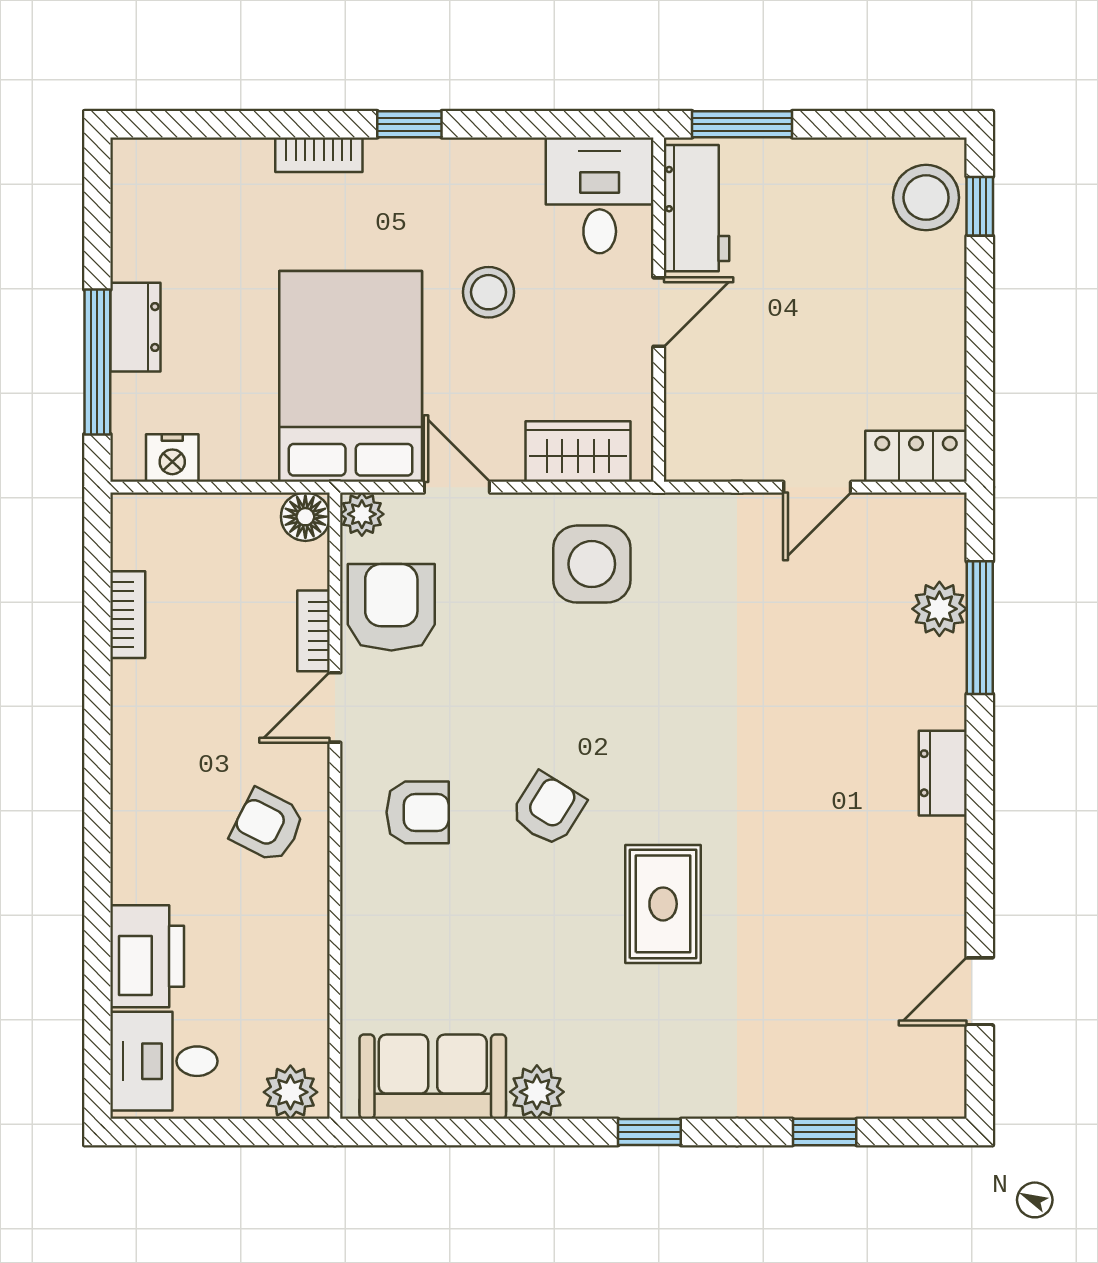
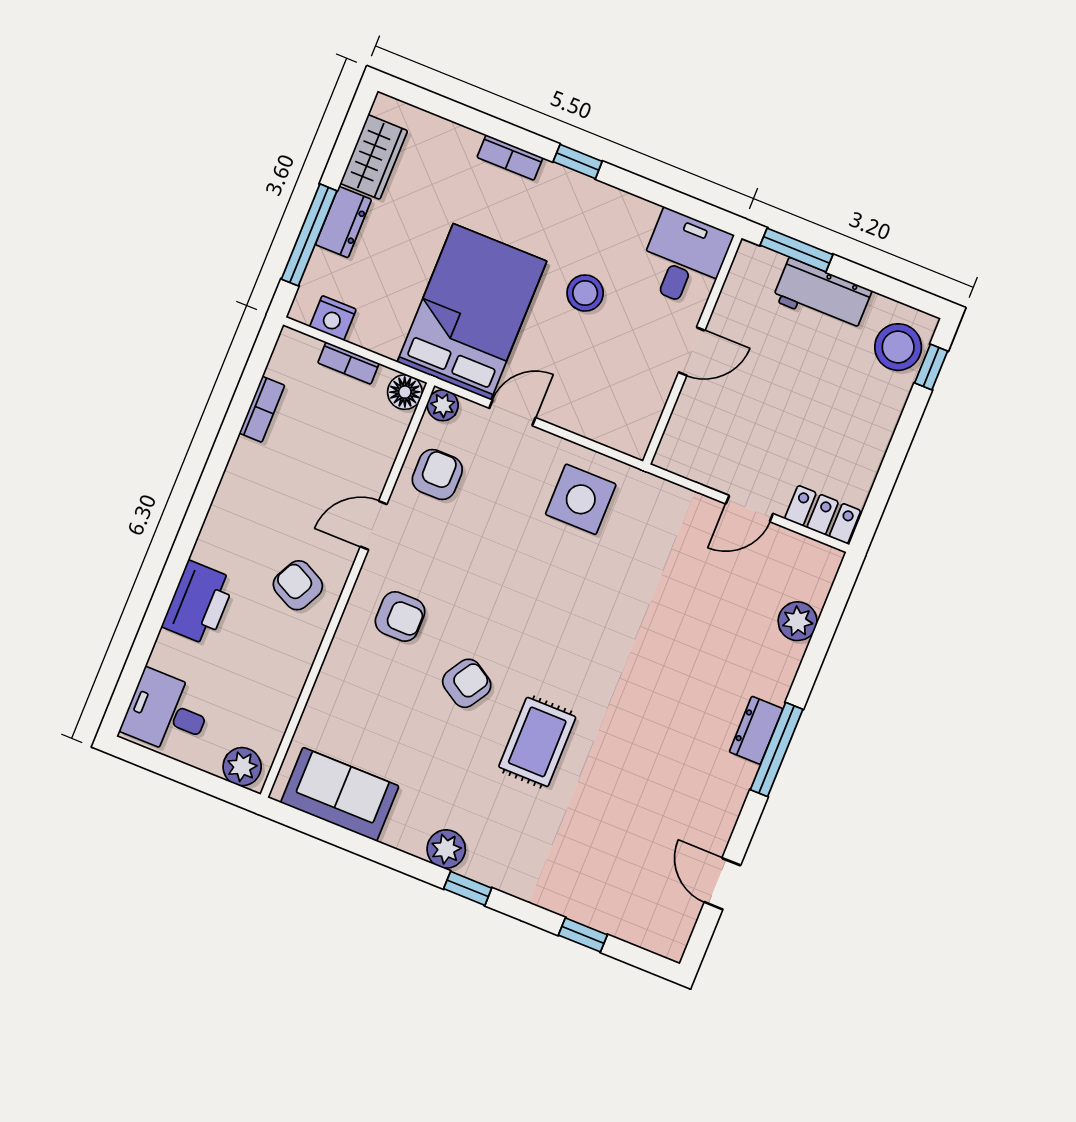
workbench: (697, 208) -> (822, 295), moved, turned 90
wardrobe: (578, 452) -> (374, 157), moved, turned 90
door: (457, 487) -> (512, 413), hinge flipped
armchair: (391, 607) -> (437, 474), width x0.72, depth x0.72
window: (980, 628) -> (777, 749), moved
bookcase: (313, 631) -> (348, 363), moved, turned -90
armchair: (548, 809) -> (467, 683), moved
printer: (147, 956) -> (199, 603), moved
door: (980, 991) -> (722, 884), hinge flipped
plant: (537, 1092) -> (446, 849), moved

